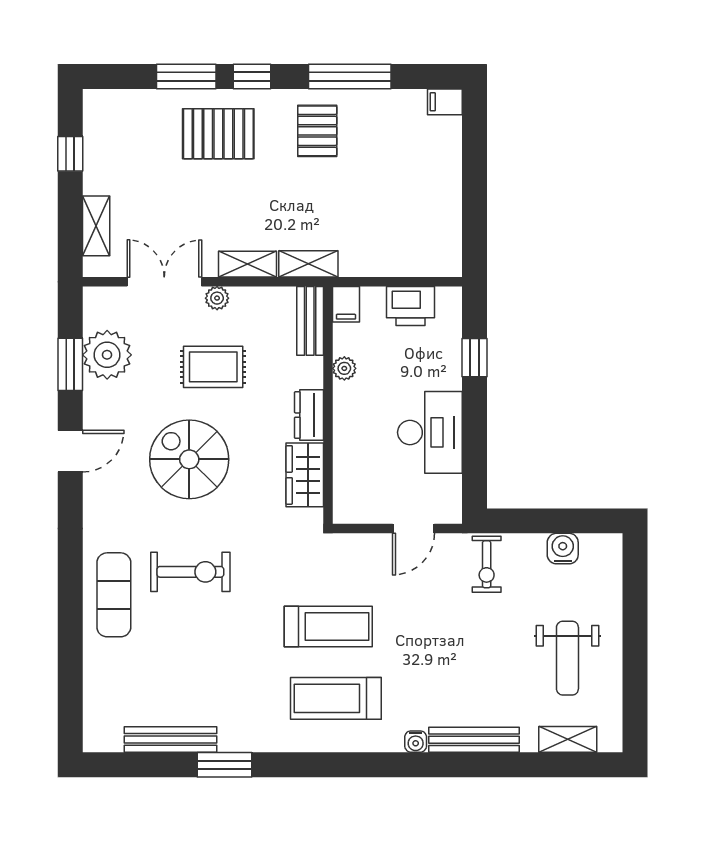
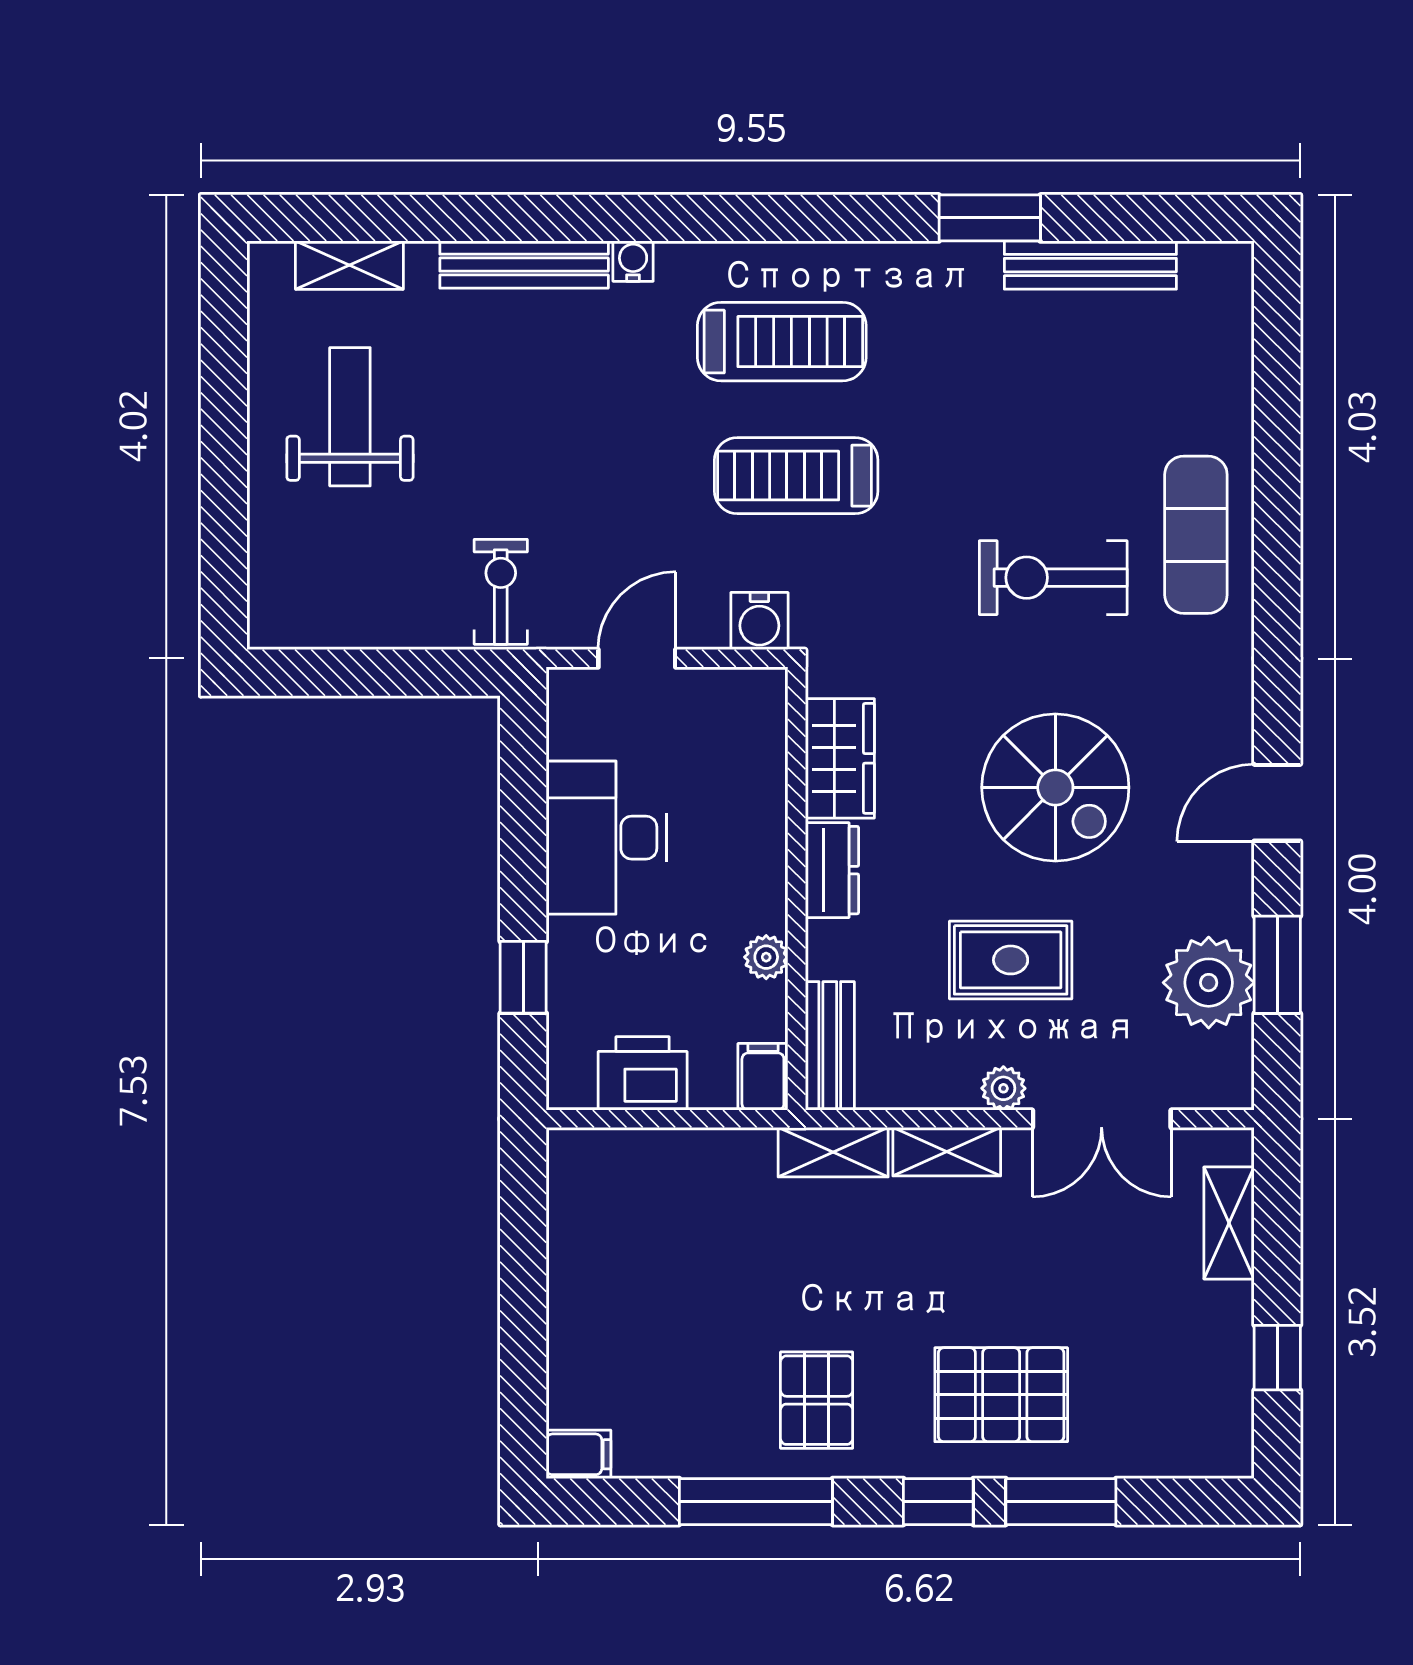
water cooler: (563, 549) -> (759, 621), moved

